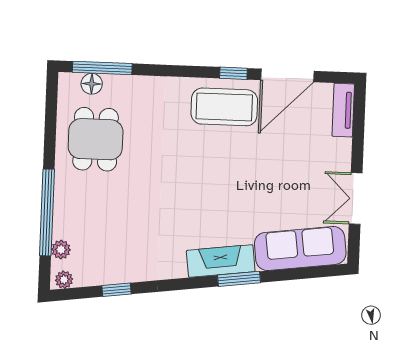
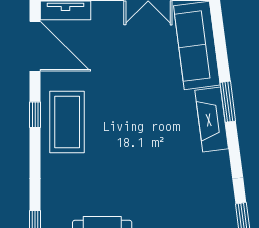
door: (287, 75) -> (35, 46), moved

